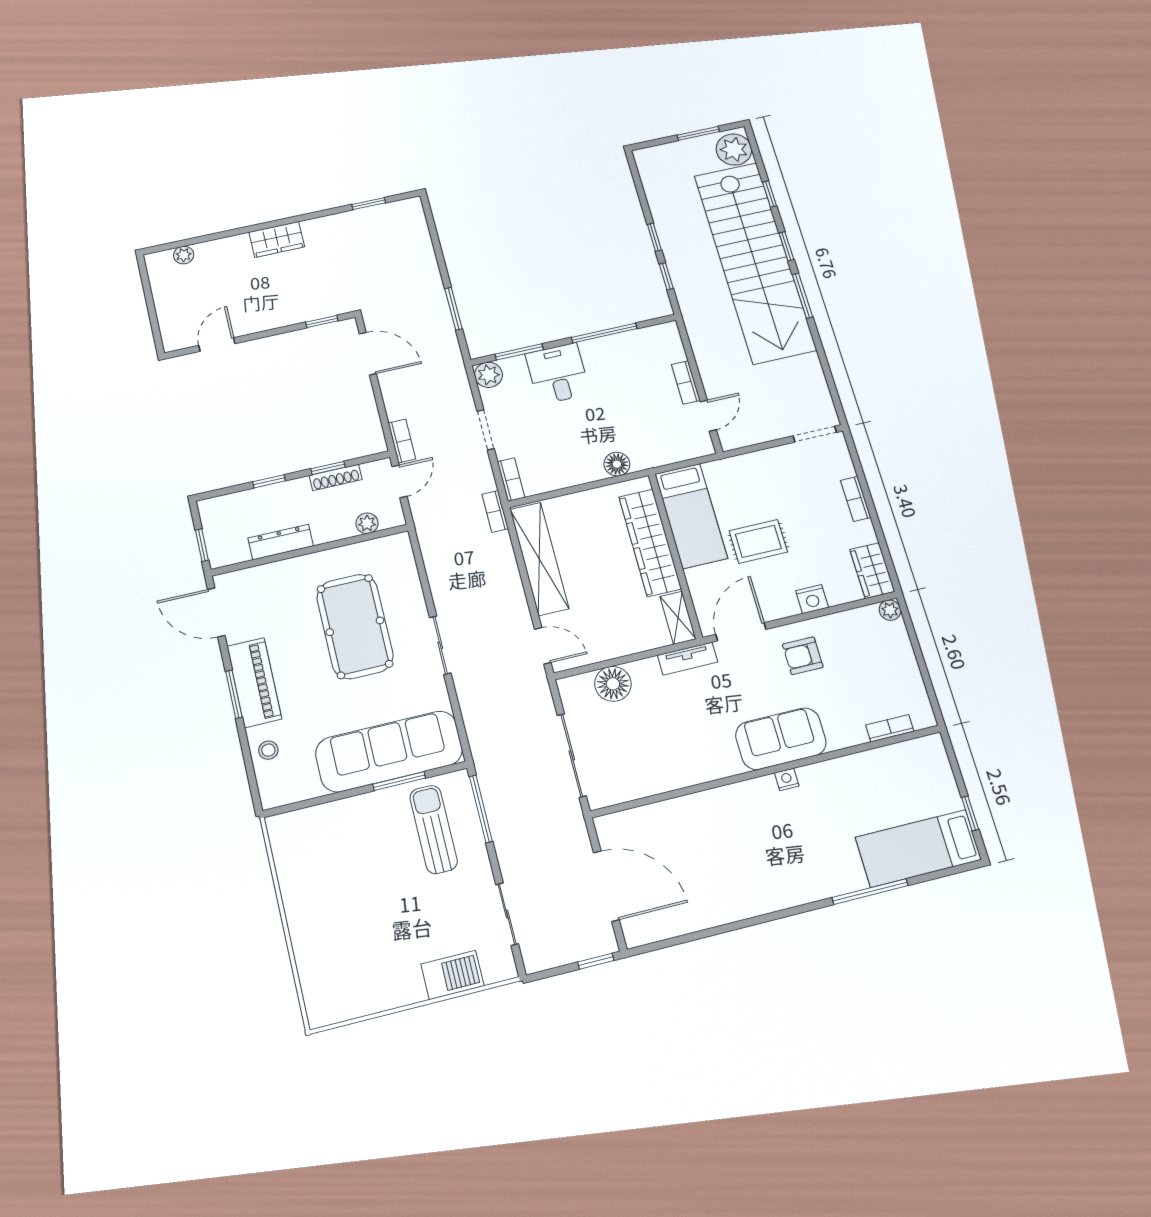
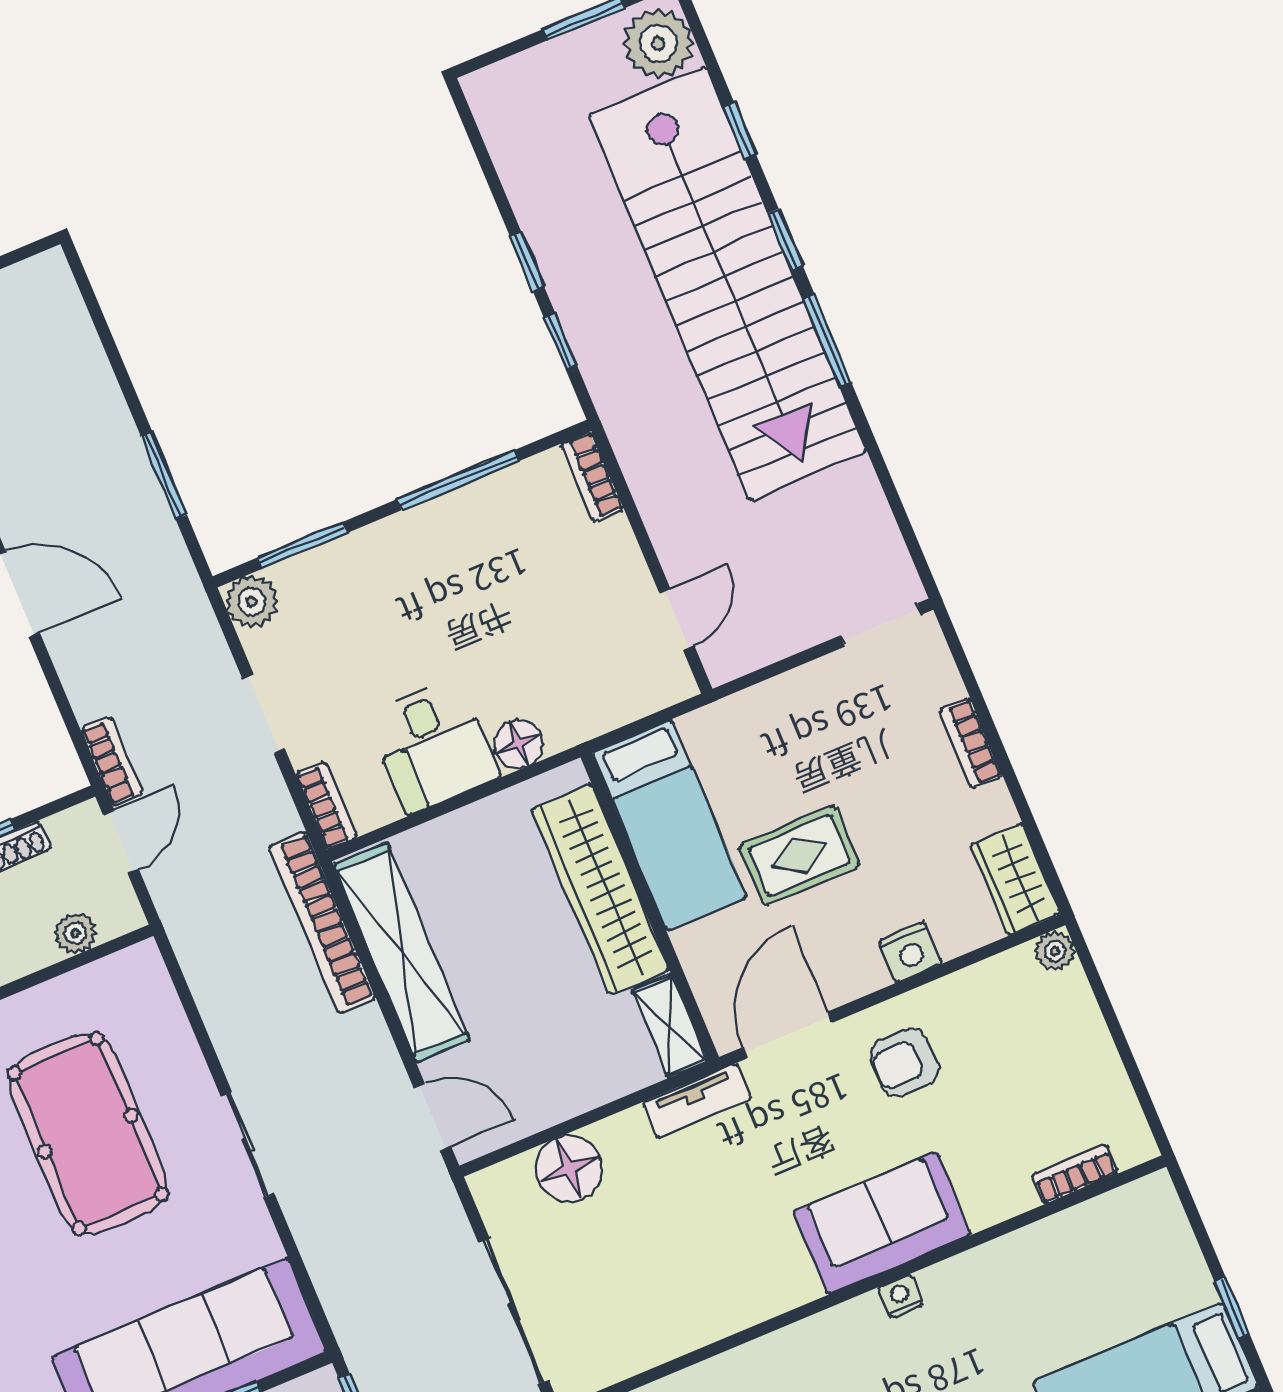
desk: (558, 374) -> (433, 746), moved, turned 180
bookcase: (686, 382) -> (592, 477), moved
bookcase: (495, 511) -> (322, 923), width x2.31, depth x1.31

